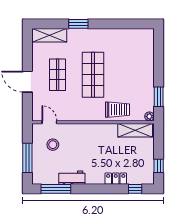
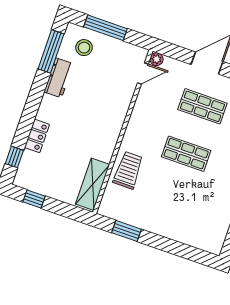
shop shelf: (93, 75) -> (186, 154), width x0.70, depth x0.74
trolley: (118, 110) -> (128, 170), turned 180
plant: (149, 116) -> (157, 59), moved
stool: (53, 145) -> (84, 48), moved

